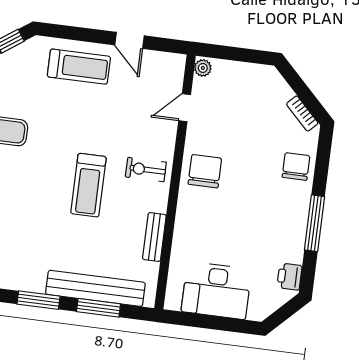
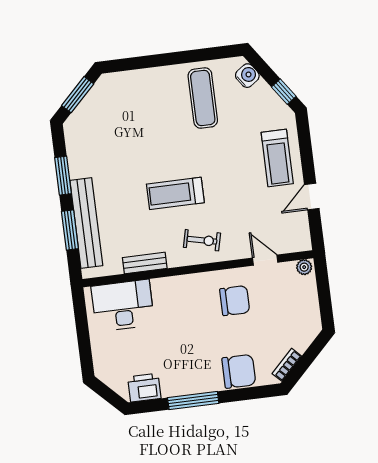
chair: (296, 167) -> (239, 371), width x1.37, depth x1.37
exercise bike: (146, 170) -> (202, 240), turned 103
chair: (205, 171) -> (235, 301), moved
printer: (289, 277) -> (144, 388), width x1.36, depth x1.24
desk: (216, 290) -> (123, 306), moved, turned 90

